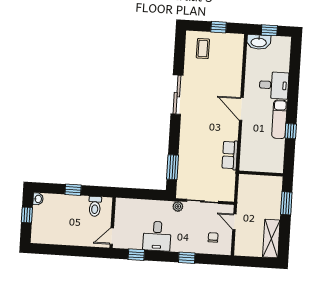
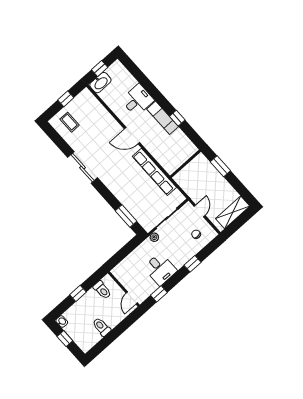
row of seats: (230, 155) -> (154, 172), width x2.02
door: (234, 222) -> (200, 211), swing flipped
toilet: (65, 235) -> (101, 327), added
shelving: (271, 239) -> (233, 212), moved, turned 90

